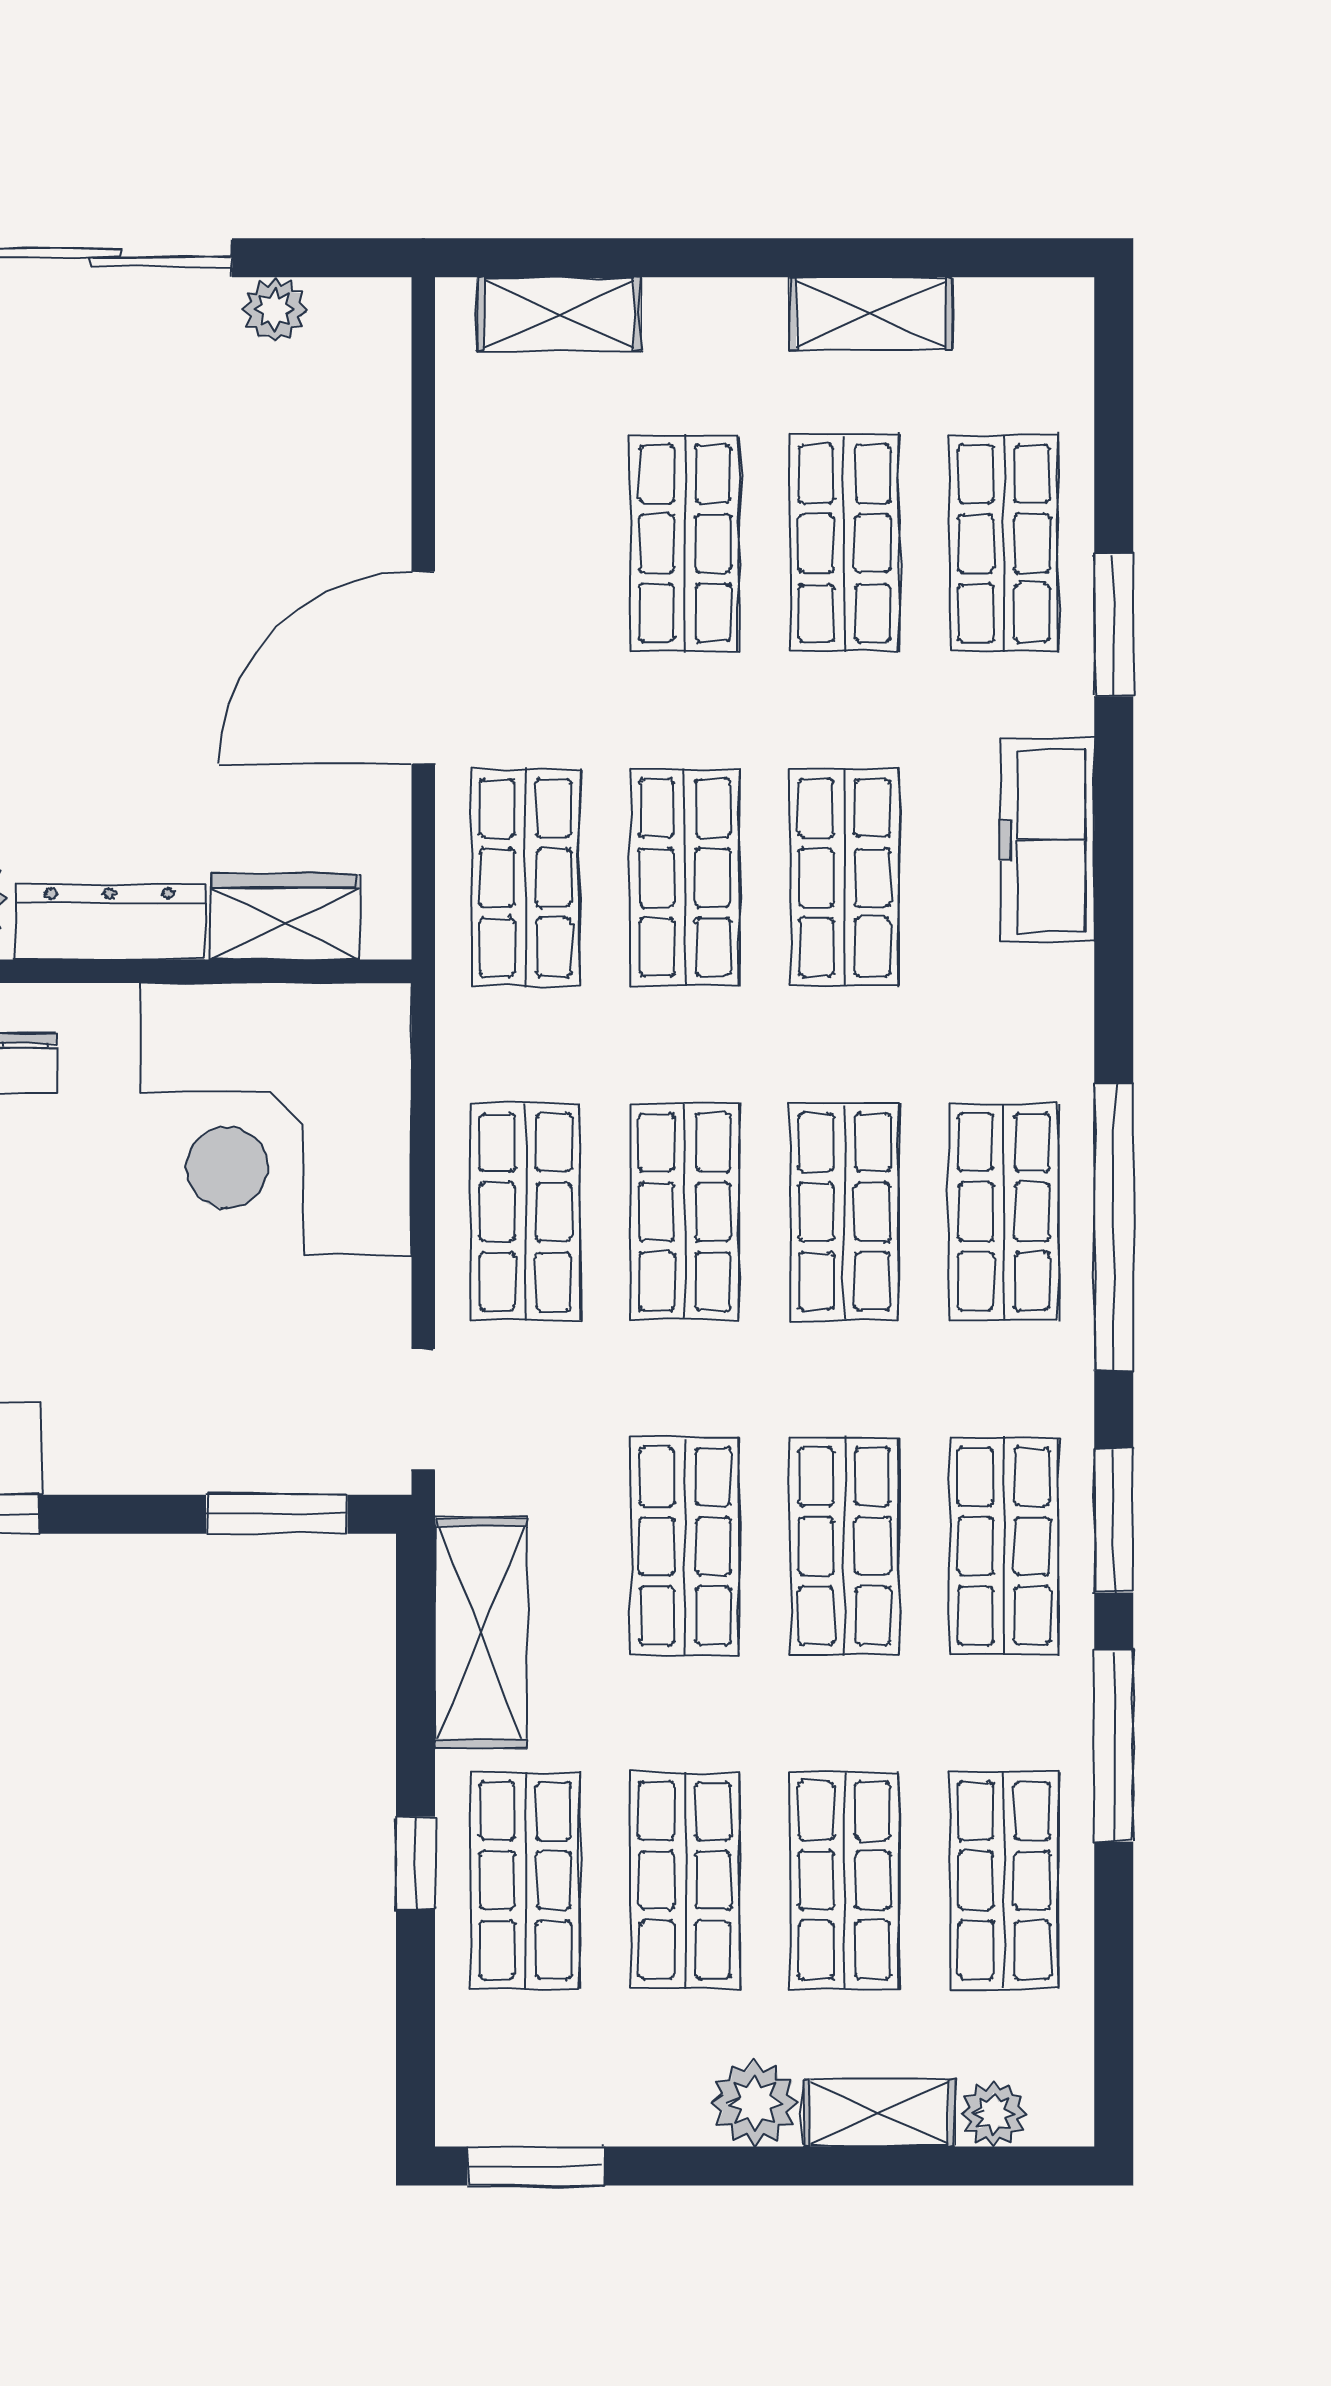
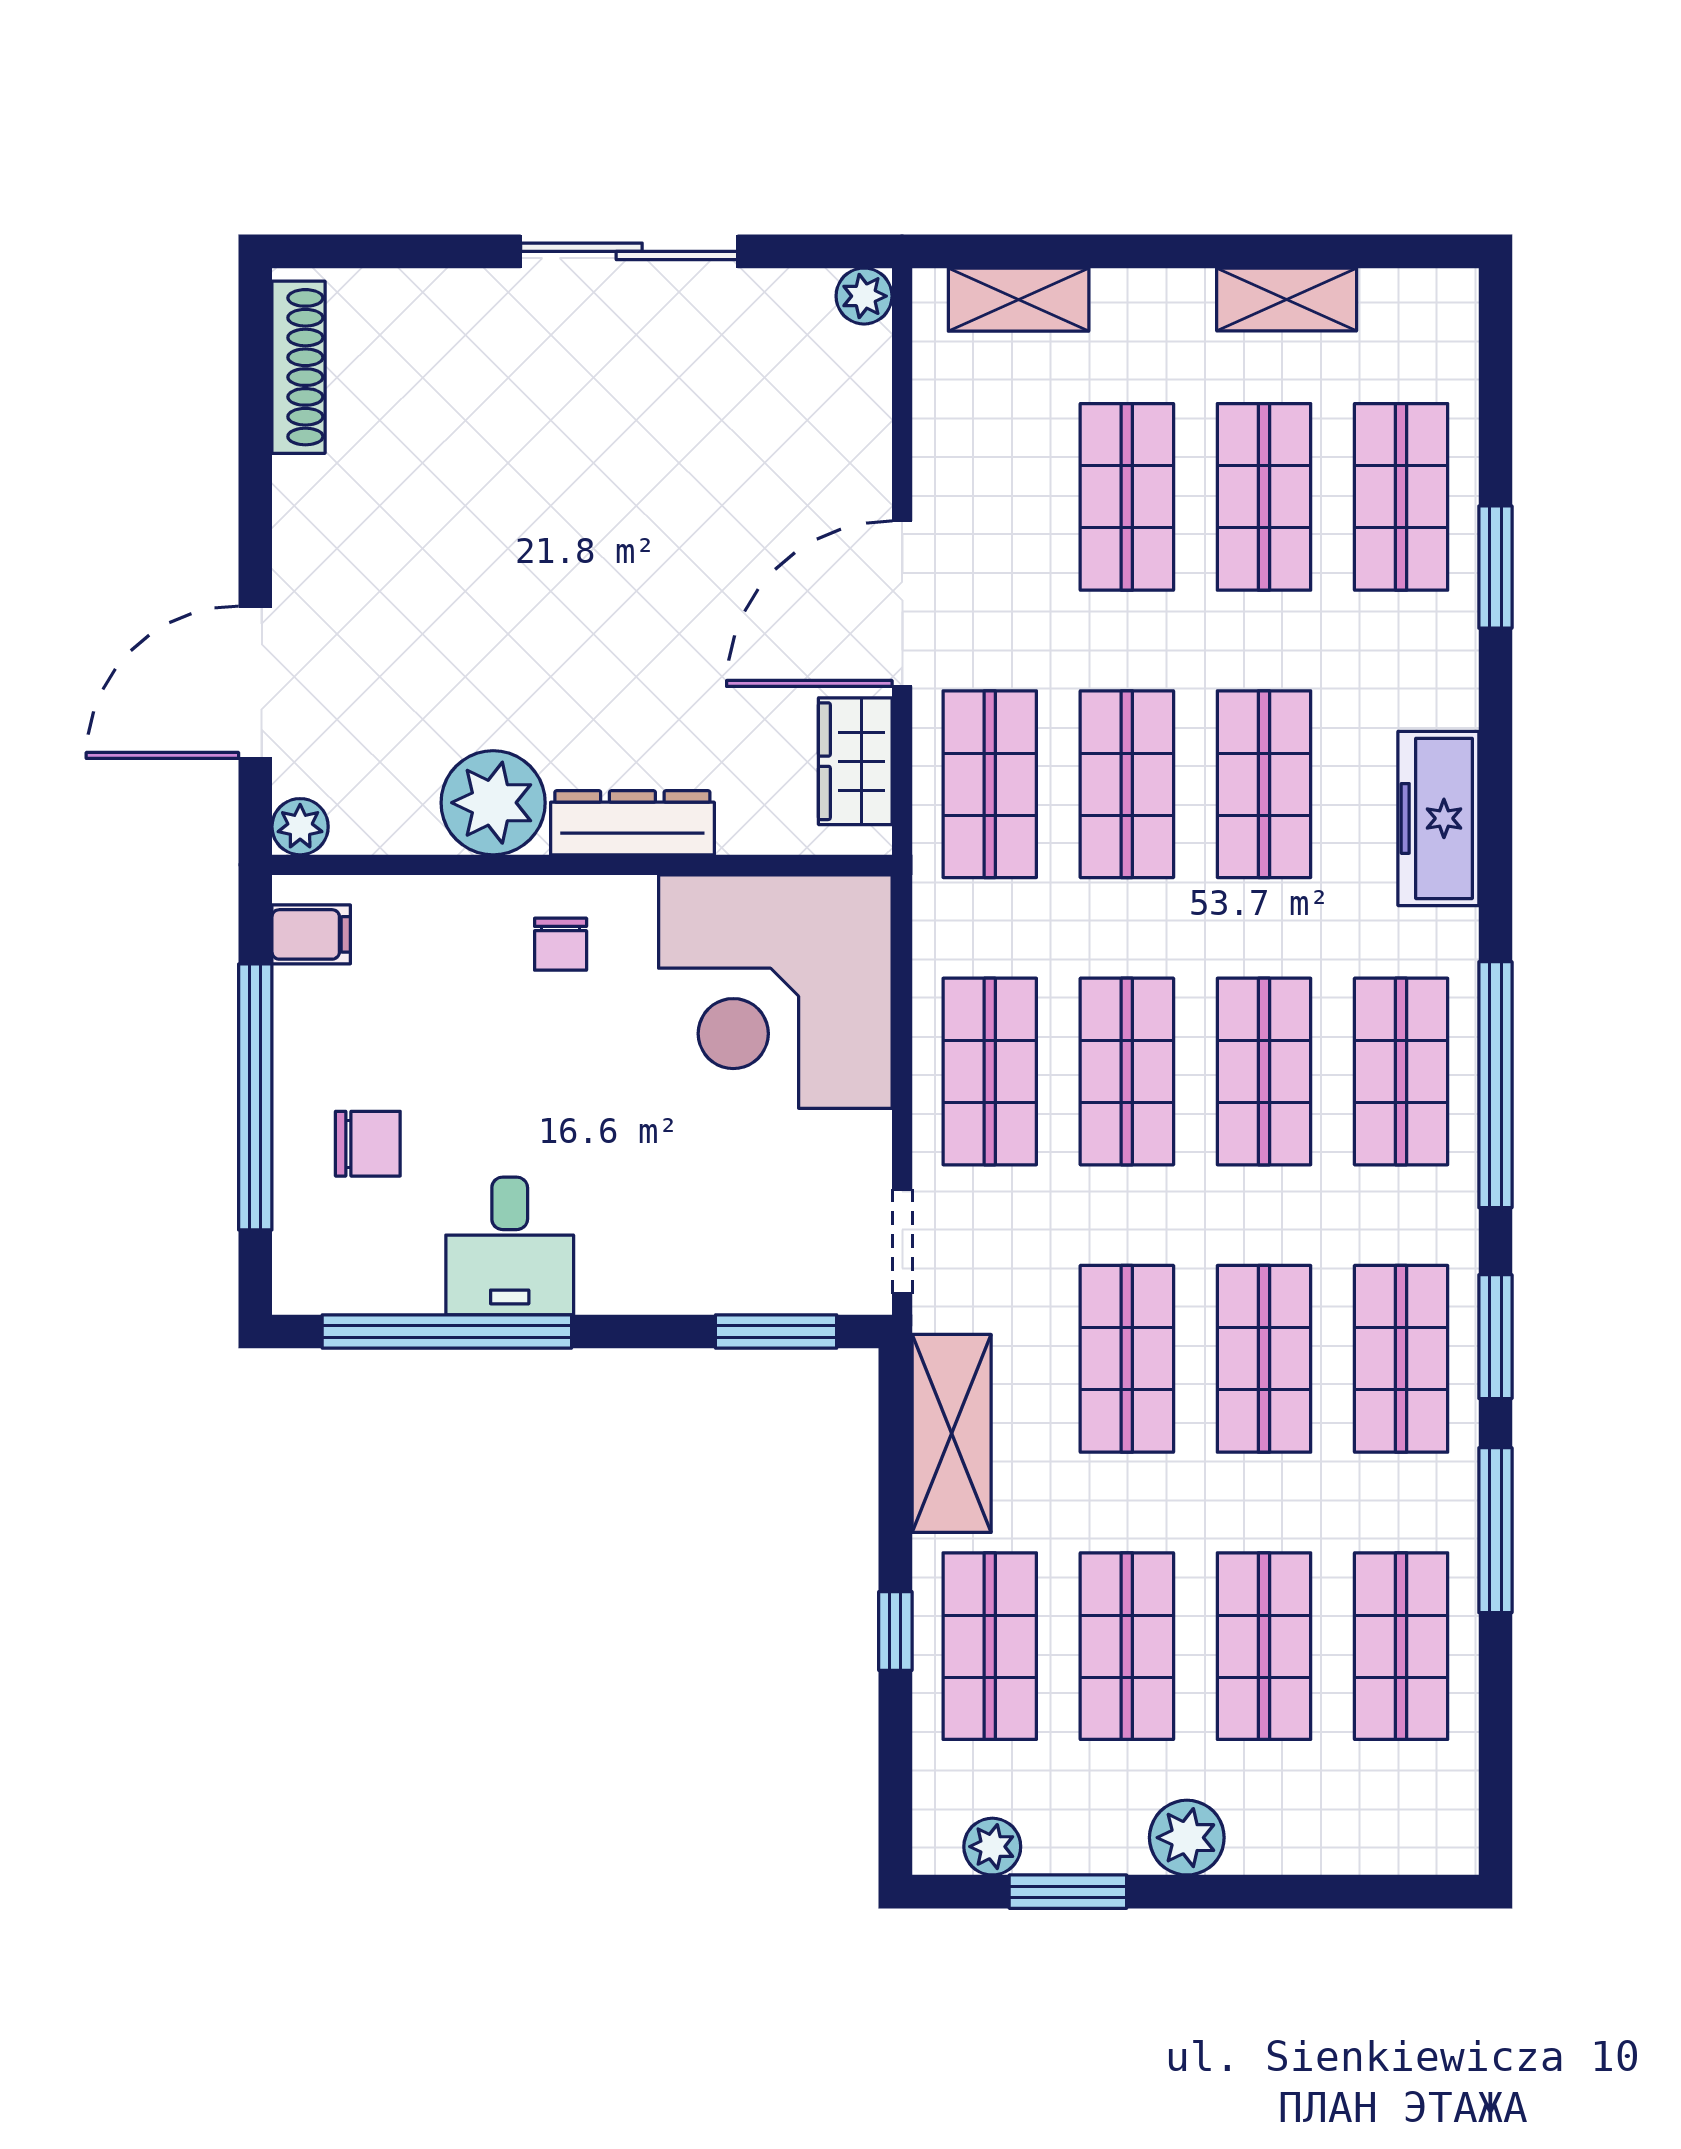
plant: (275, 310) -> (864, 296), moved
freezer: (1047, 841) -> (1438, 818), moved
wardrobe: (285, 917) -> (855, 761), moved, turned -90
shelving: (879, 2113) -> (1294, 1846), removed
plant: (994, 2114) -> (992, 1847), moved
window: (536, 2166) -> (1068, 1892), moved

